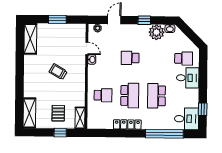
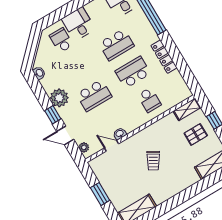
window: (144, 20) -> (53, 115), moved
plant: (156, 32) -> (59, 98), moved
door: (87, 48) -> (111, 146), hinge flipped
school desk: (130, 58) -> (94, 95), width x1.85
school desk: (103, 95) -> (149, 100), turned 180

